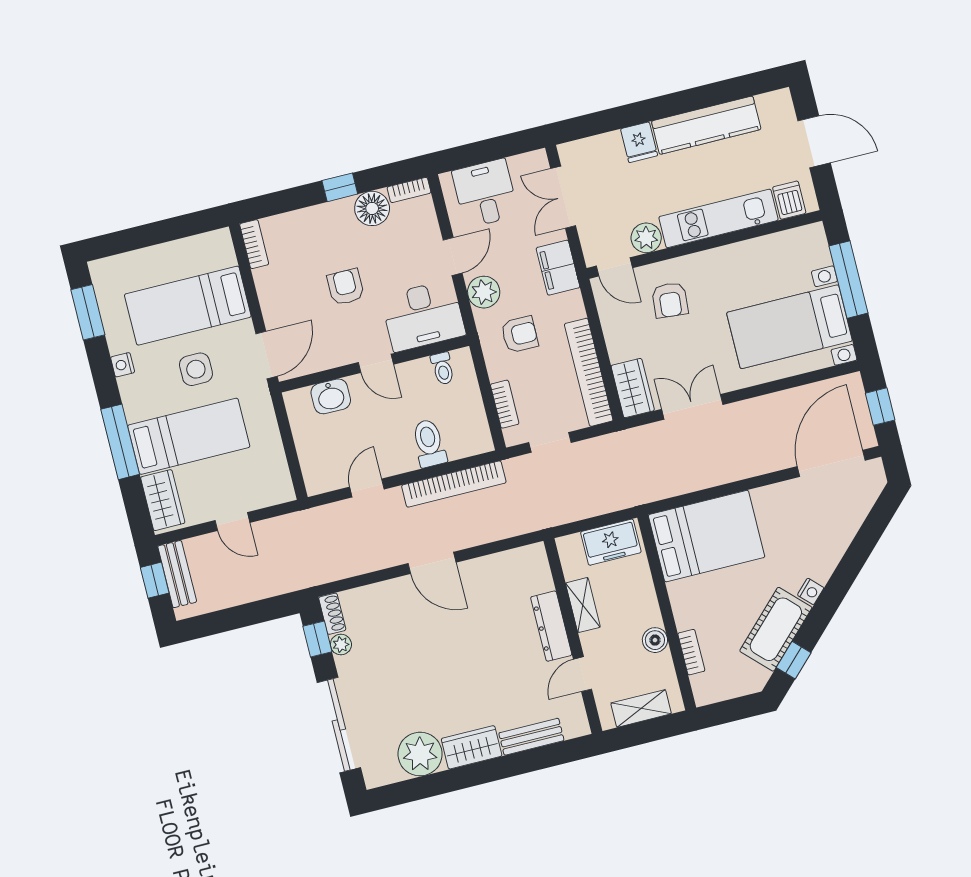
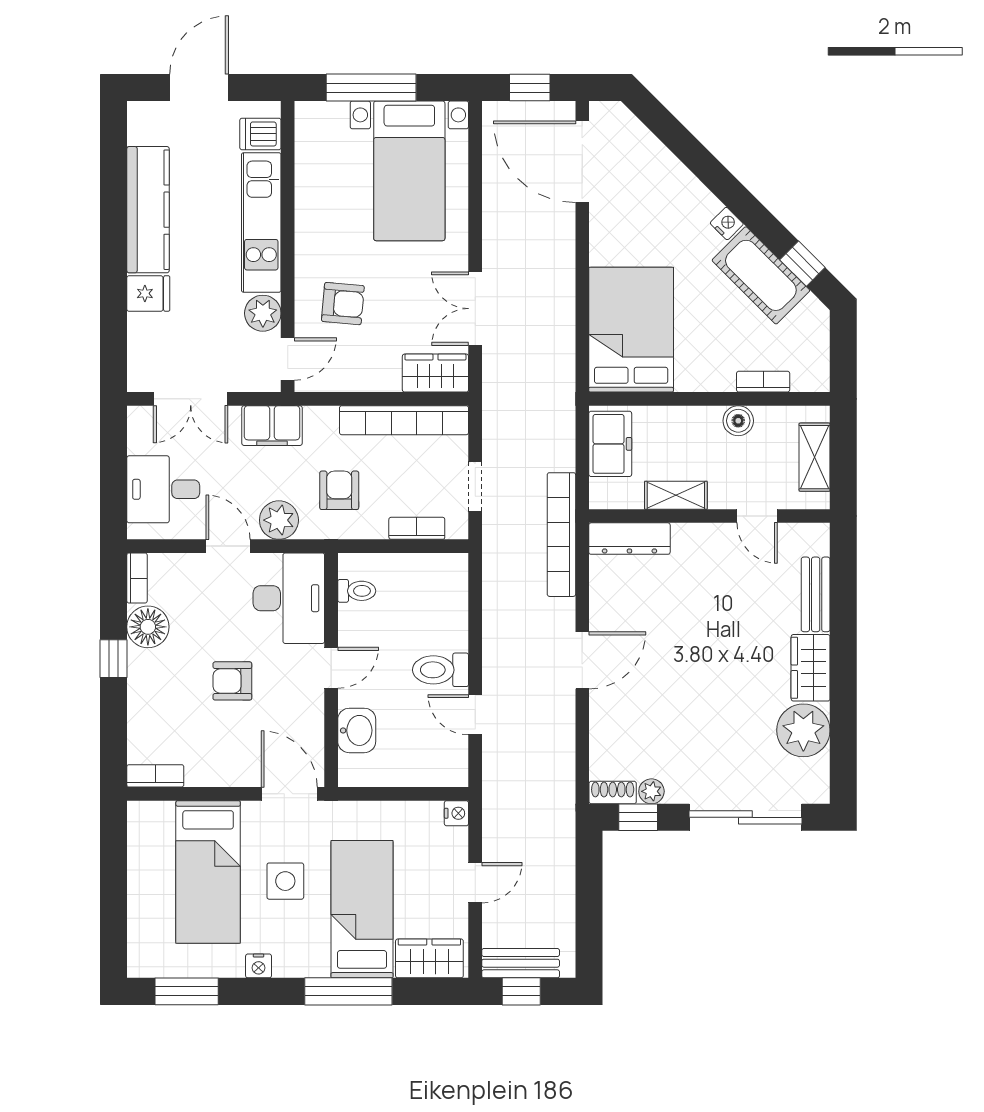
toilet: (429, 443) -> (441, 670), moved
bookcase: (454, 484) -> (561, 535), moved, turned 180
nightstand: (284, 493) -> (456, 813), added
dresser: (551, 626) -> (629, 539), moved

